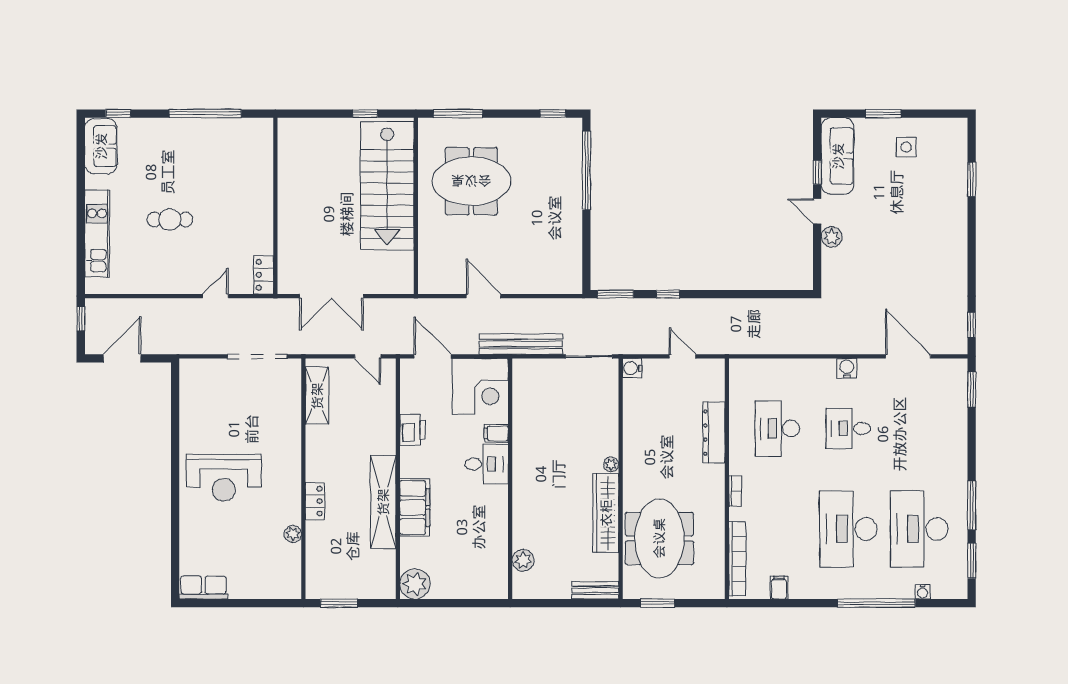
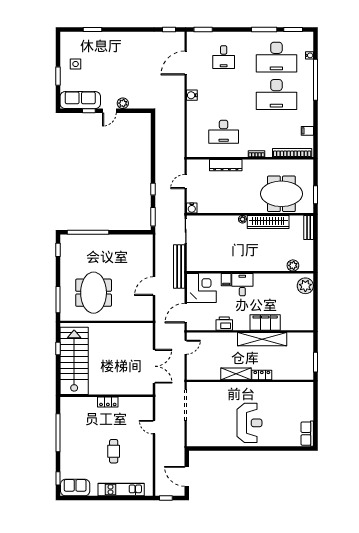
stairs: (387, 186) -> (74, 361), moved, turned -90
locker: (264, 275) -> (108, 402), moved
shelving: (317, 396) -> (236, 374), moved
desk: (848, 428) -> (224, 57), moved
plant: (293, 534) -> (279, 387), removed
plant: (415, 584) -> (305, 286), moved

